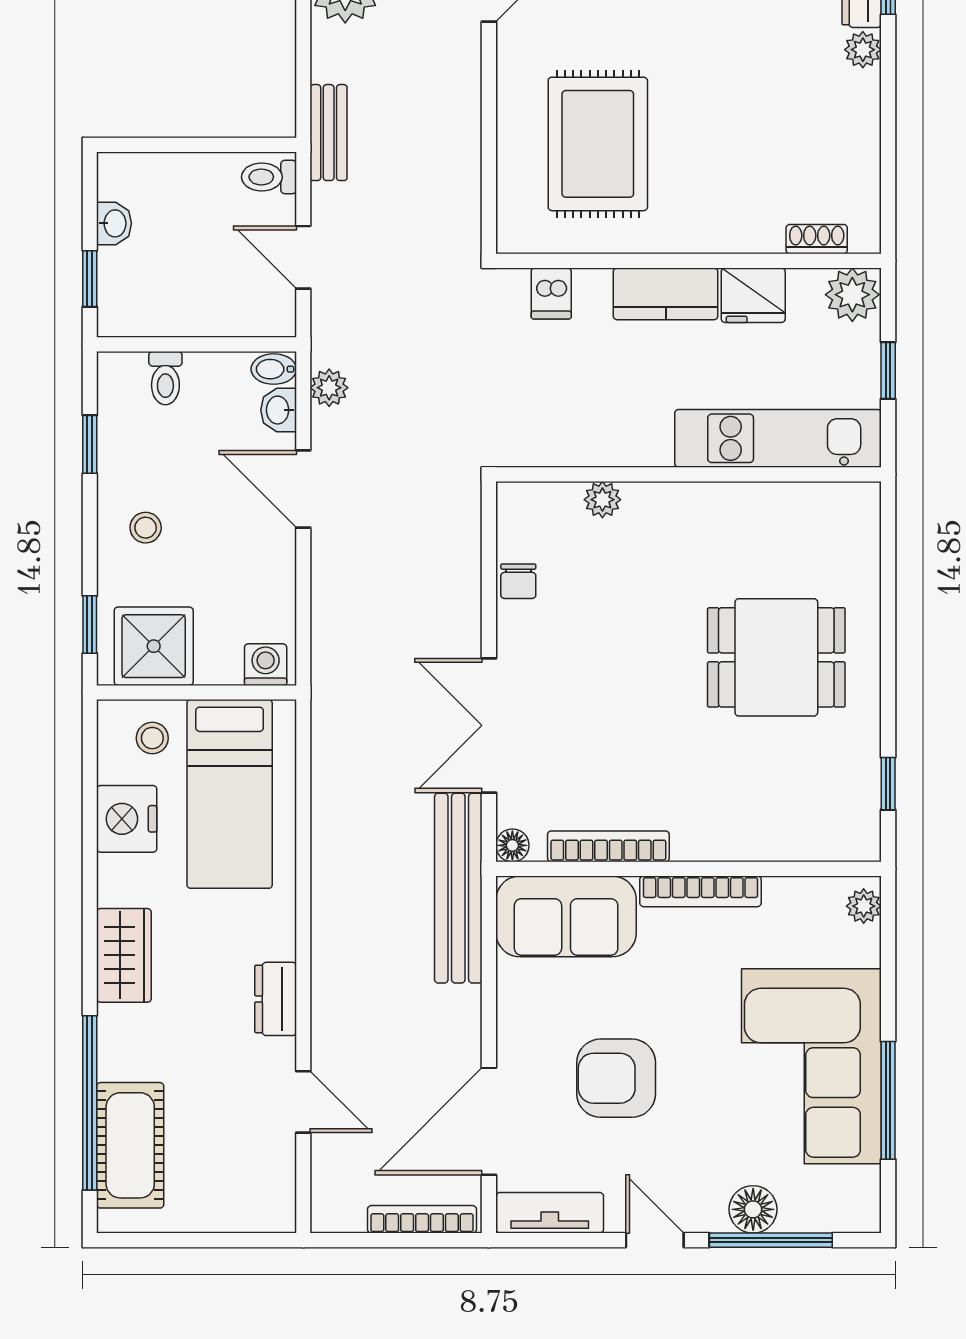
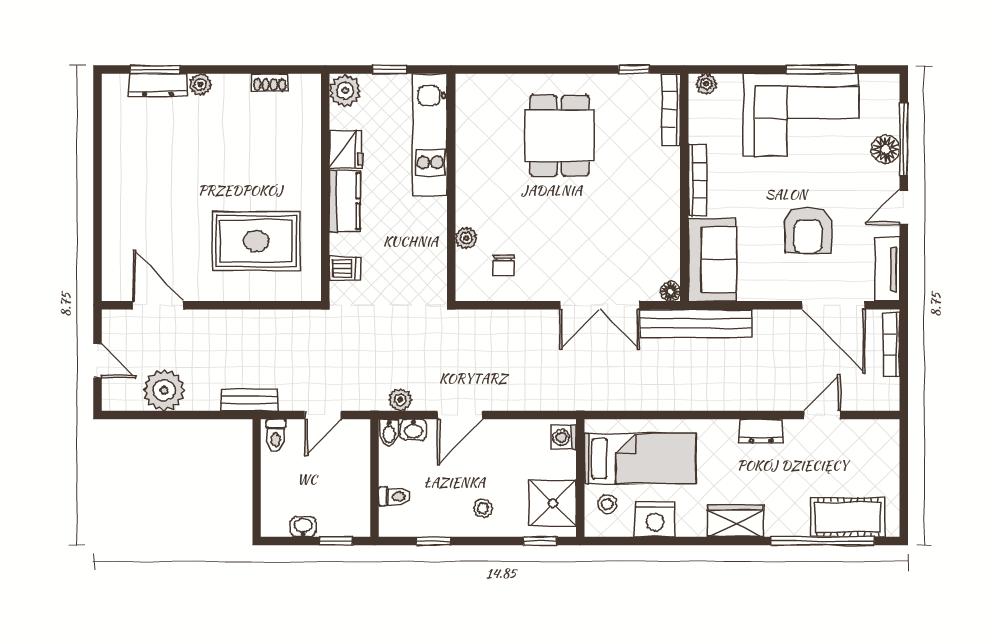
shoe rack: (817, 239) -> (270, 82), moved, turned -90
chair: (518, 581) -> (504, 266), moved, turned 90
bookcase: (608, 846) -> (671, 110), moved

